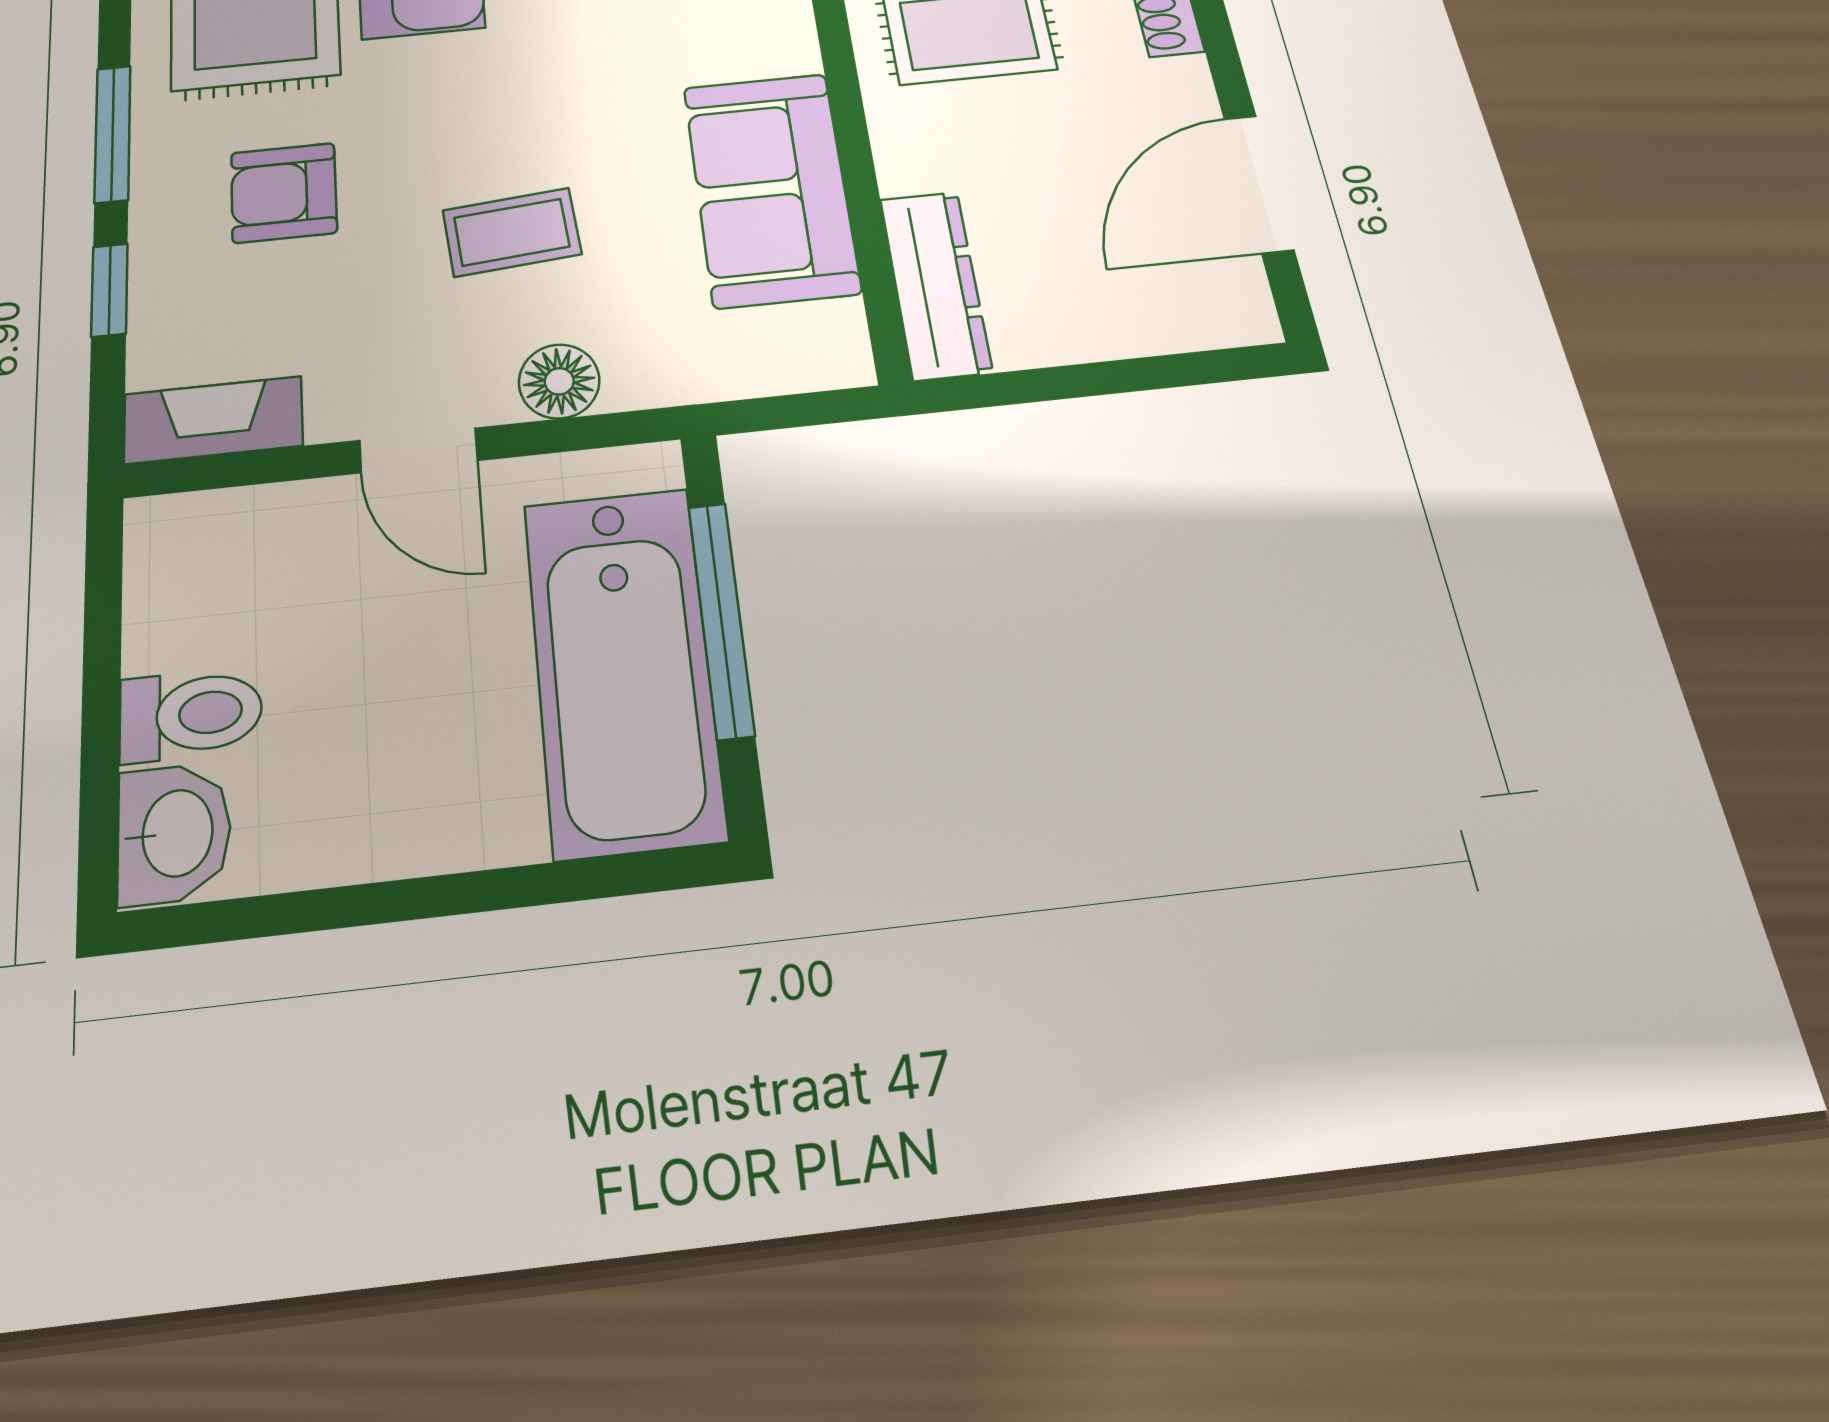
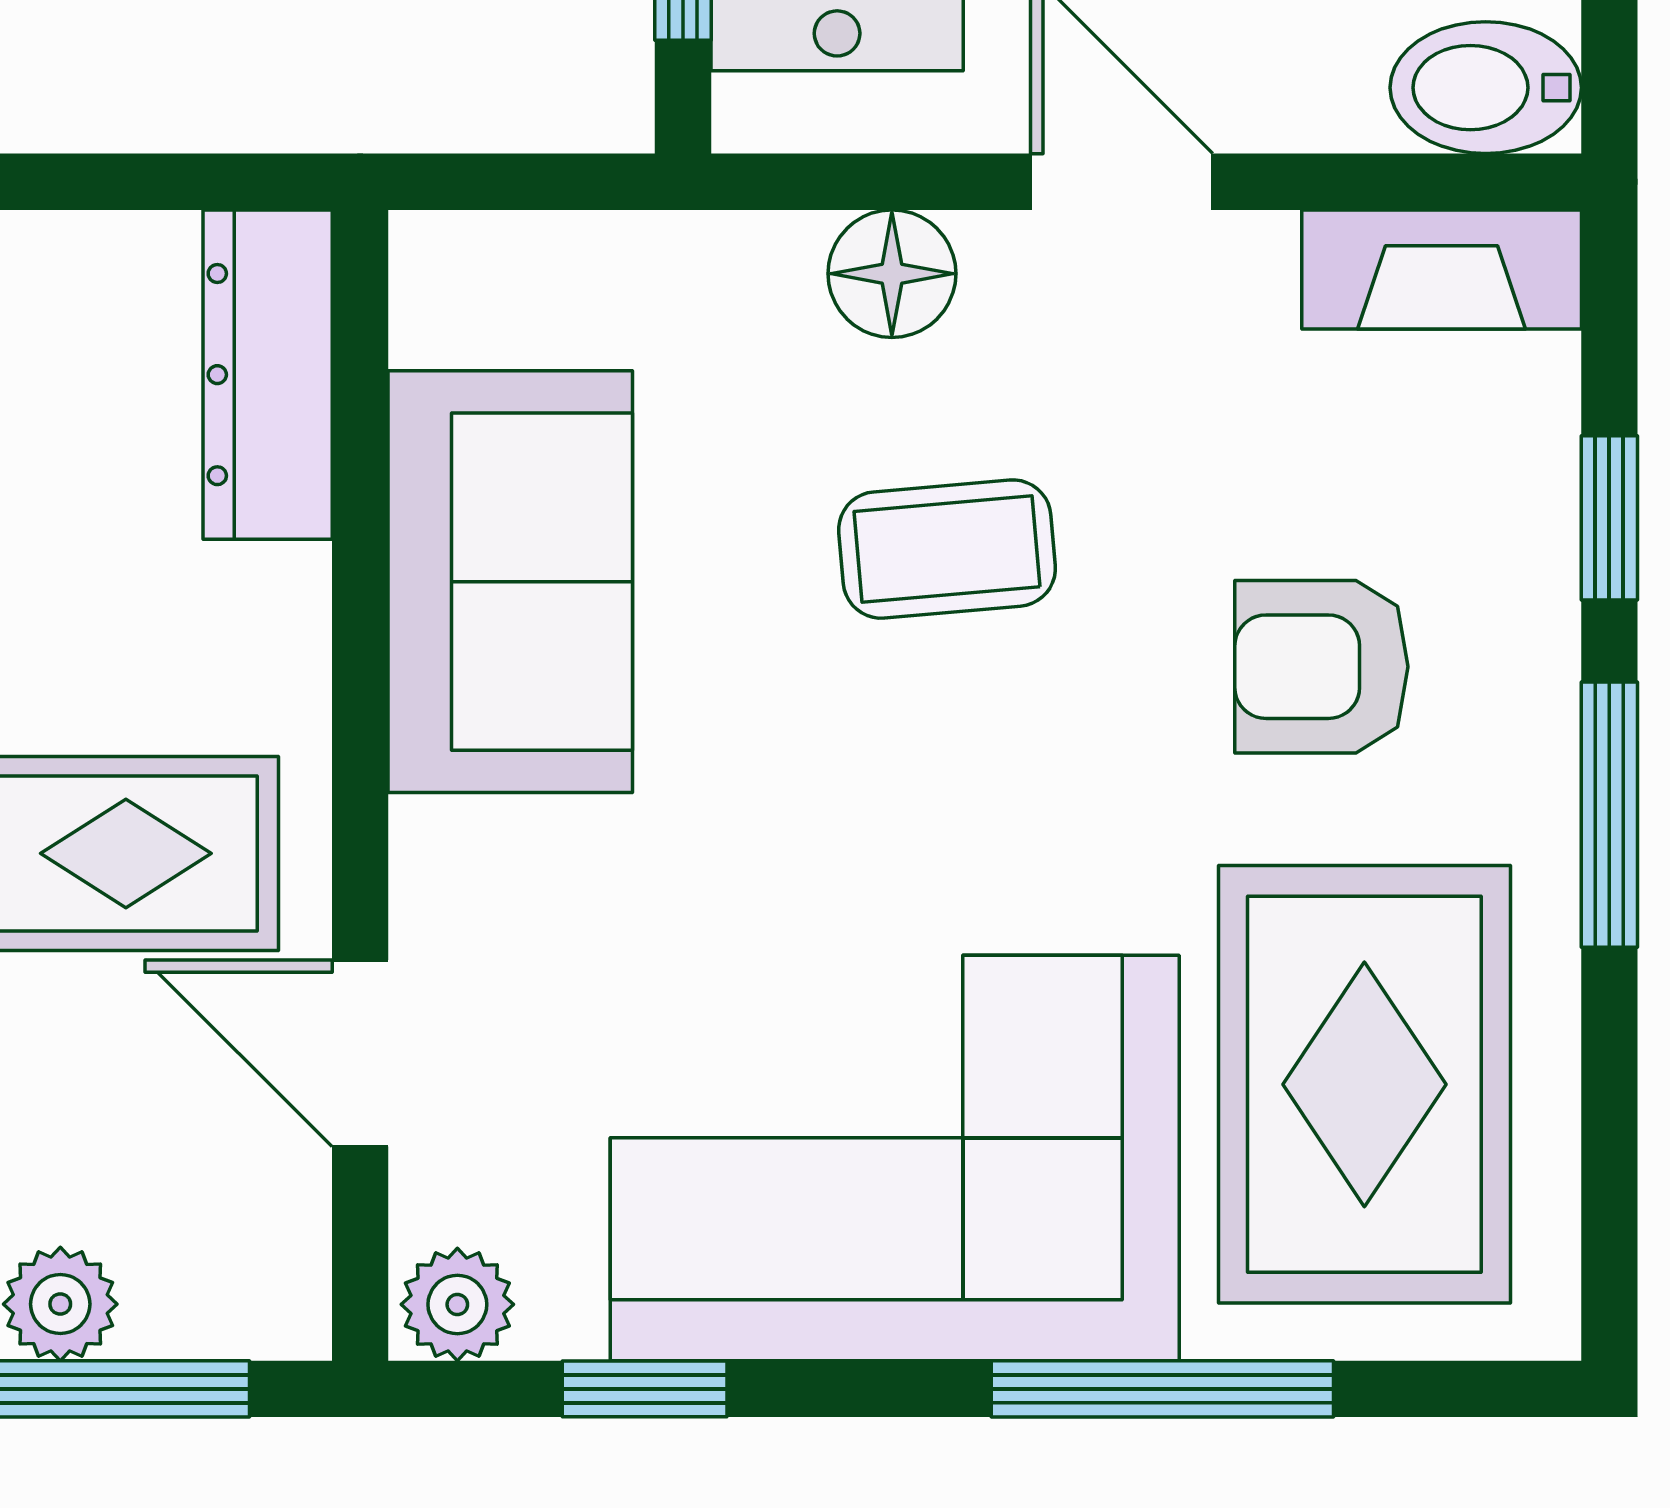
armchair: (284, 193) -> (1321, 667), turned 180
bidet: (185, 532) -> (1486, 88), added

